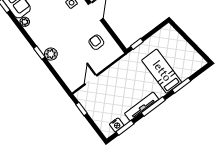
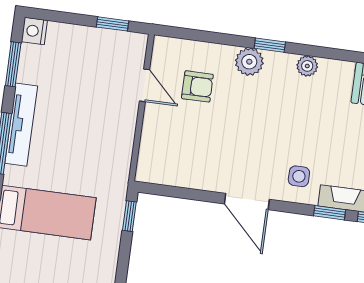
plant: (25, 22) -> (307, 66), moved
armchair: (96, 42) -> (197, 86), moved
nightstand: (117, 125) -> (34, 31), moved

